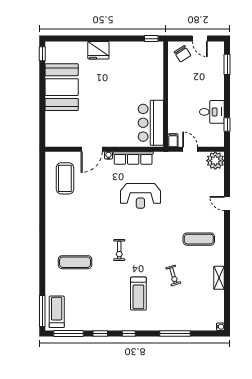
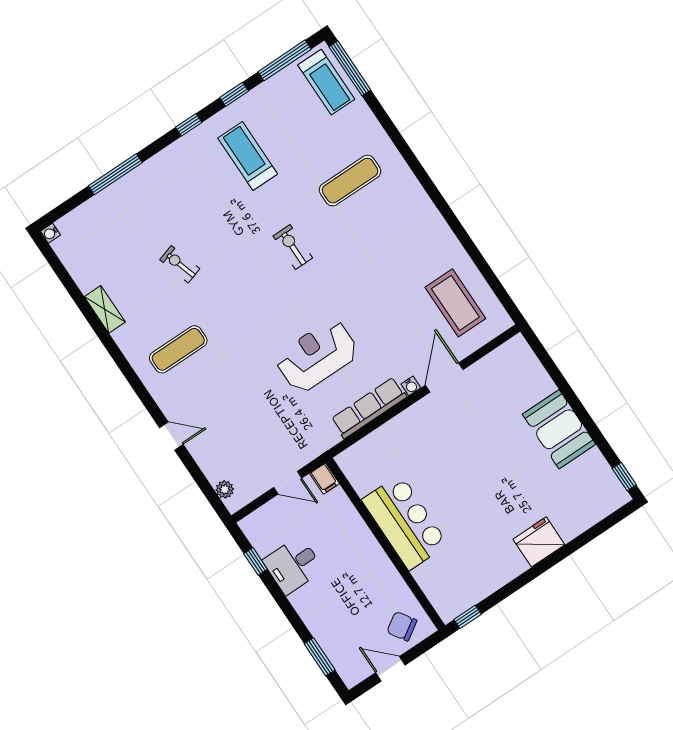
booth: (62, 87) -> (559, 429), width x0.73, depth x0.70
bar counter: (151, 123) -> (405, 522), moved
plant: (215, 161) -> (225, 489), width x0.53, depth x0.53
treadmill: (138, 294) -> (248, 156), moved

